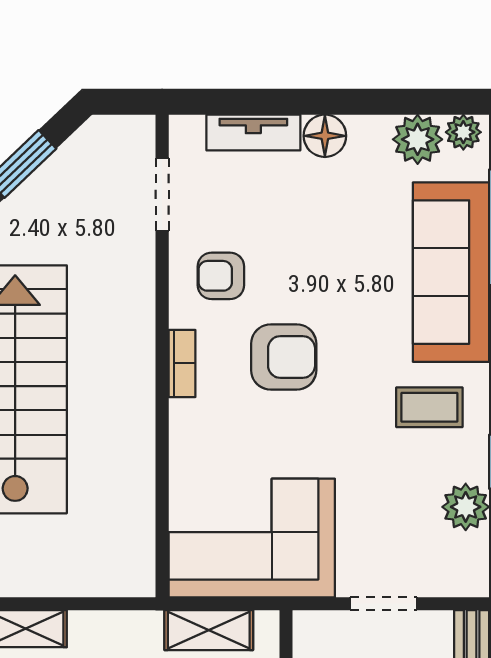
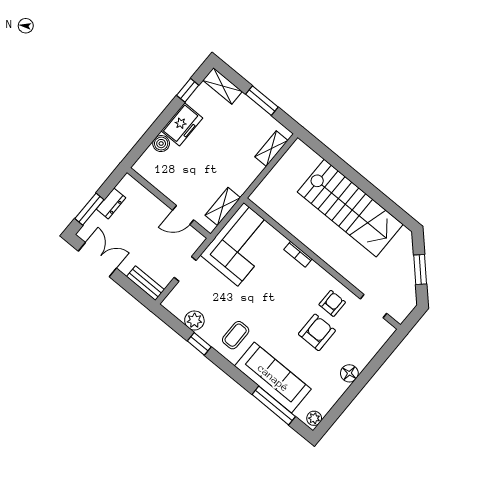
tv unit: (253, 132) -> (369, 351), removed
plant: (418, 139) -> (324, 402), removed
armchair: (284, 357) -> (317, 332), moved, turned 180
bookcase: (182, 363) -> (298, 254), moved

